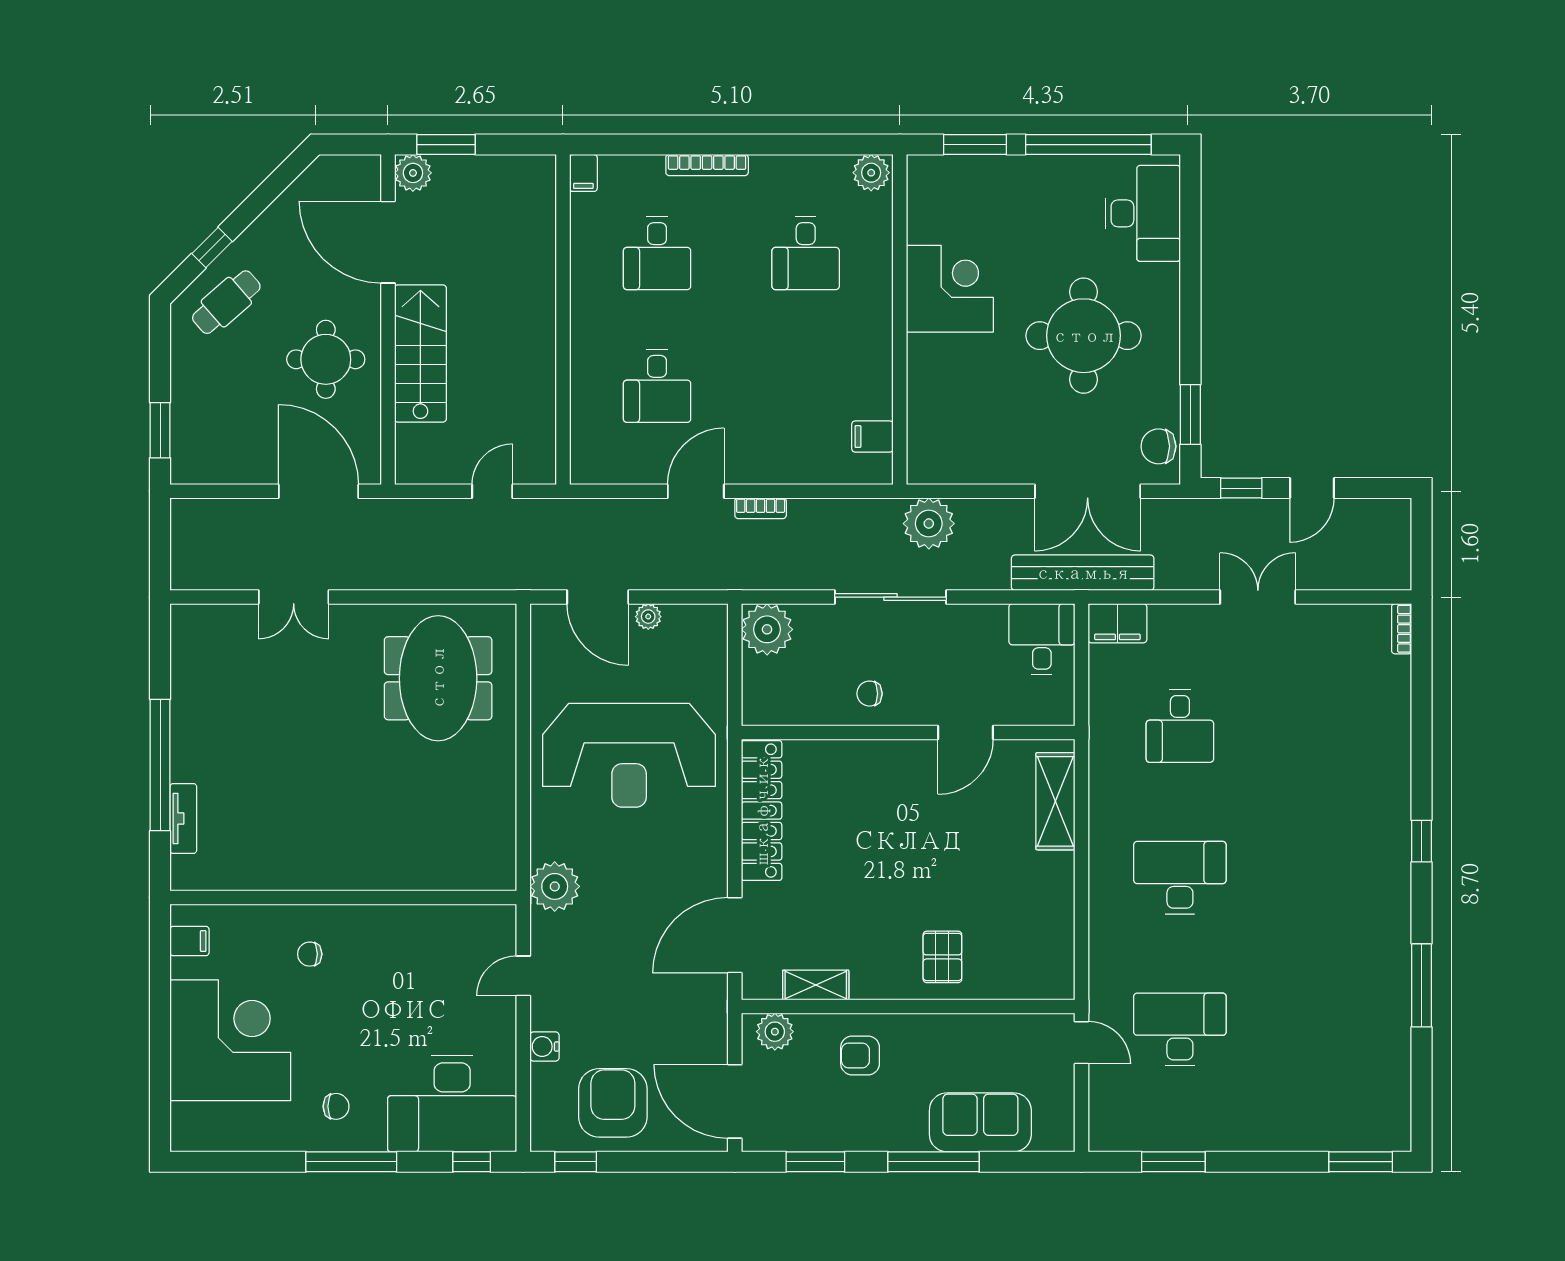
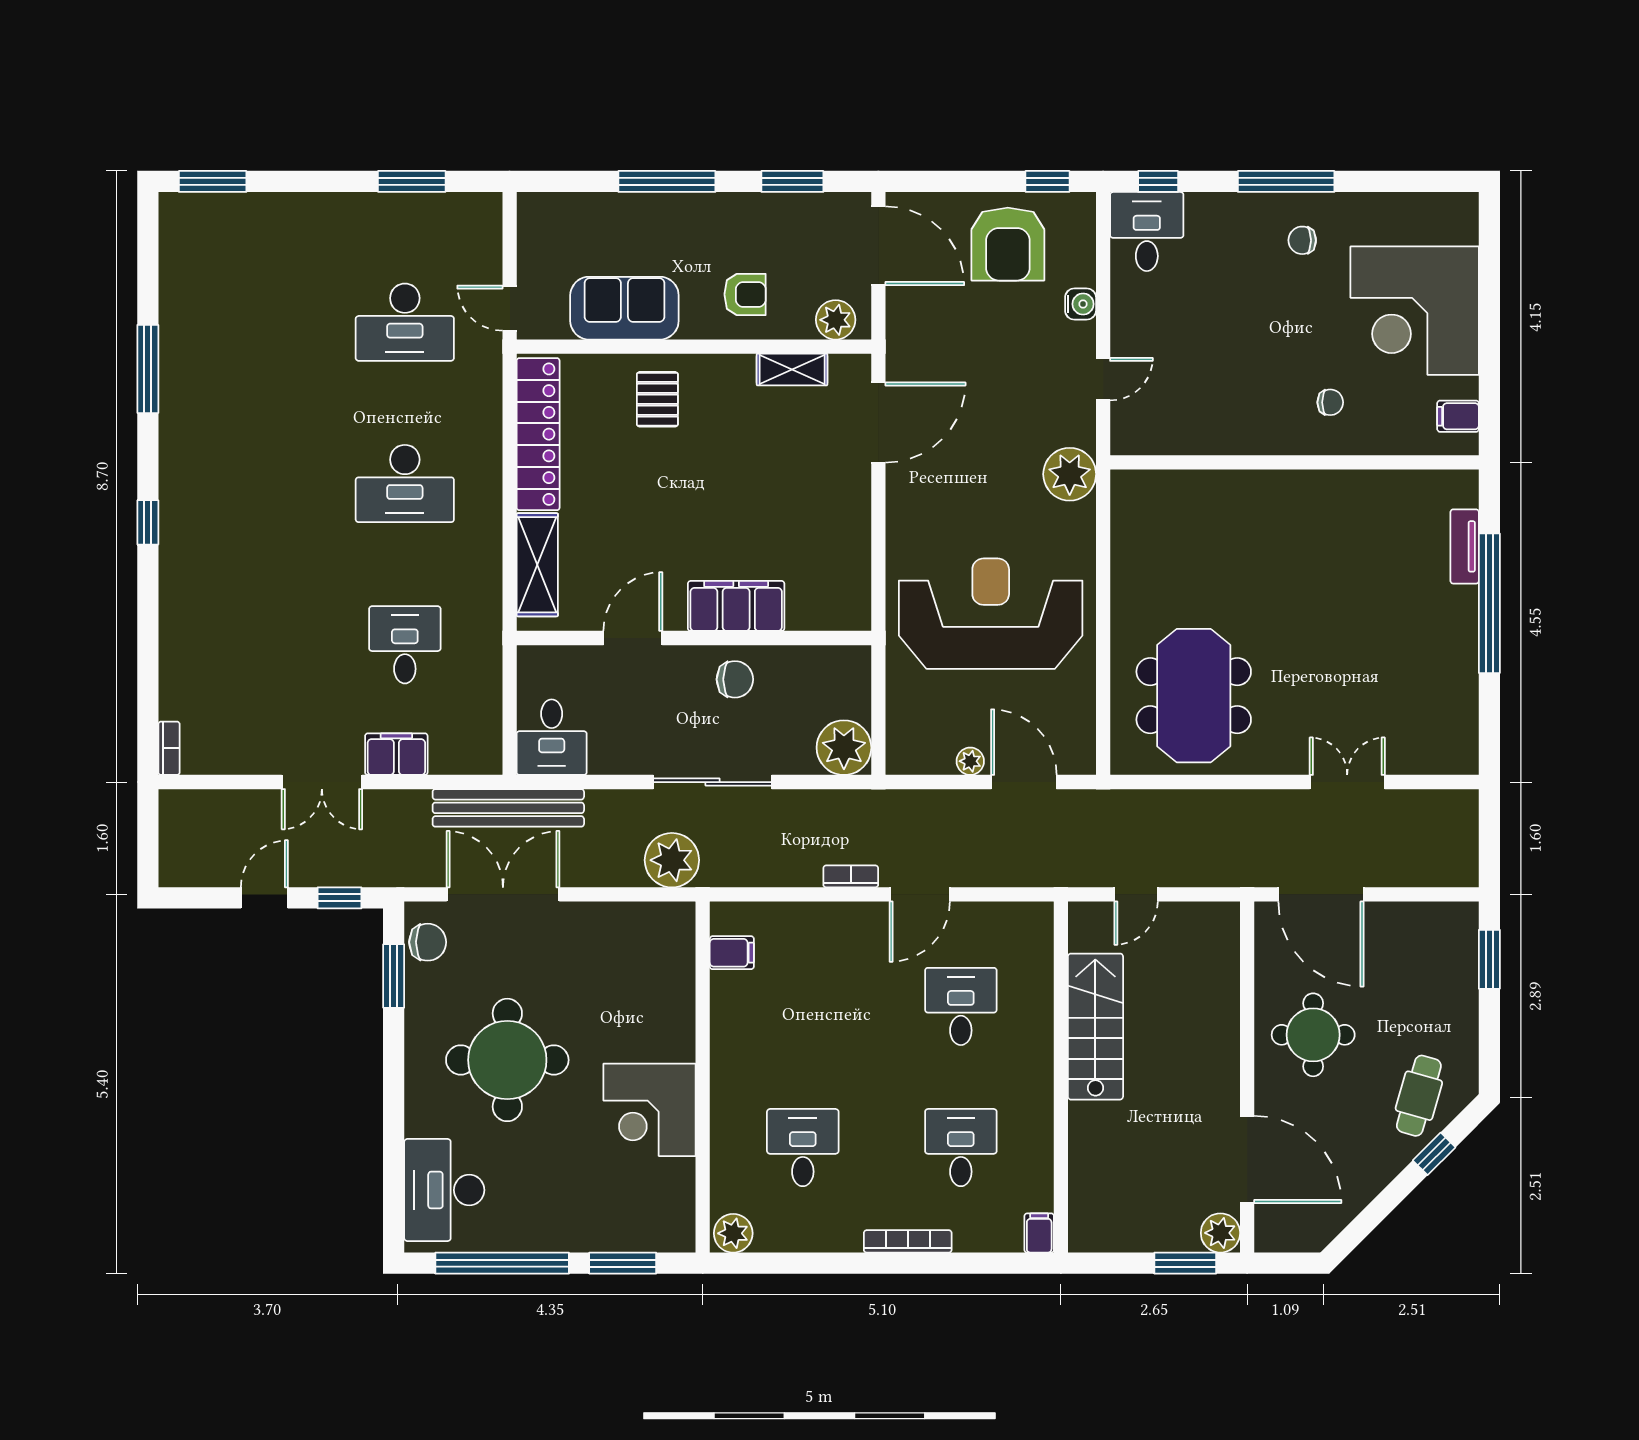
cafe table: (226, 302) -> (1419, 1096), turned -33
stairs: (420, 353) -> (1095, 1027), moved, turned 180
filing cabinet: (1117, 623) -> (396, 754), moved
chair: (870, 694) -> (735, 679), width x1.37, depth x1.37
filing cabinet: (868, 763) -> (736, 606), added
locker: (762, 811) -> (538, 434), moved, turned 180
desk: (452, 1103) -> (1147, 232), width x0.53, depth x0.77
sofa: (980, 1122) -> (624, 308), moved, turned 180

